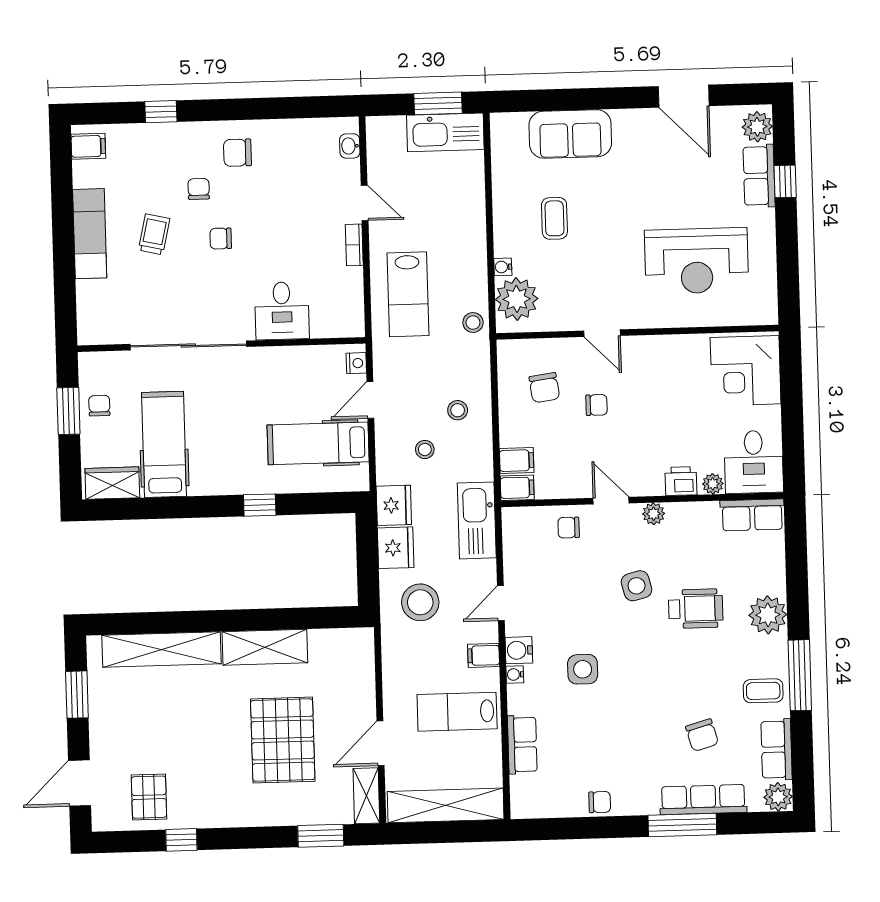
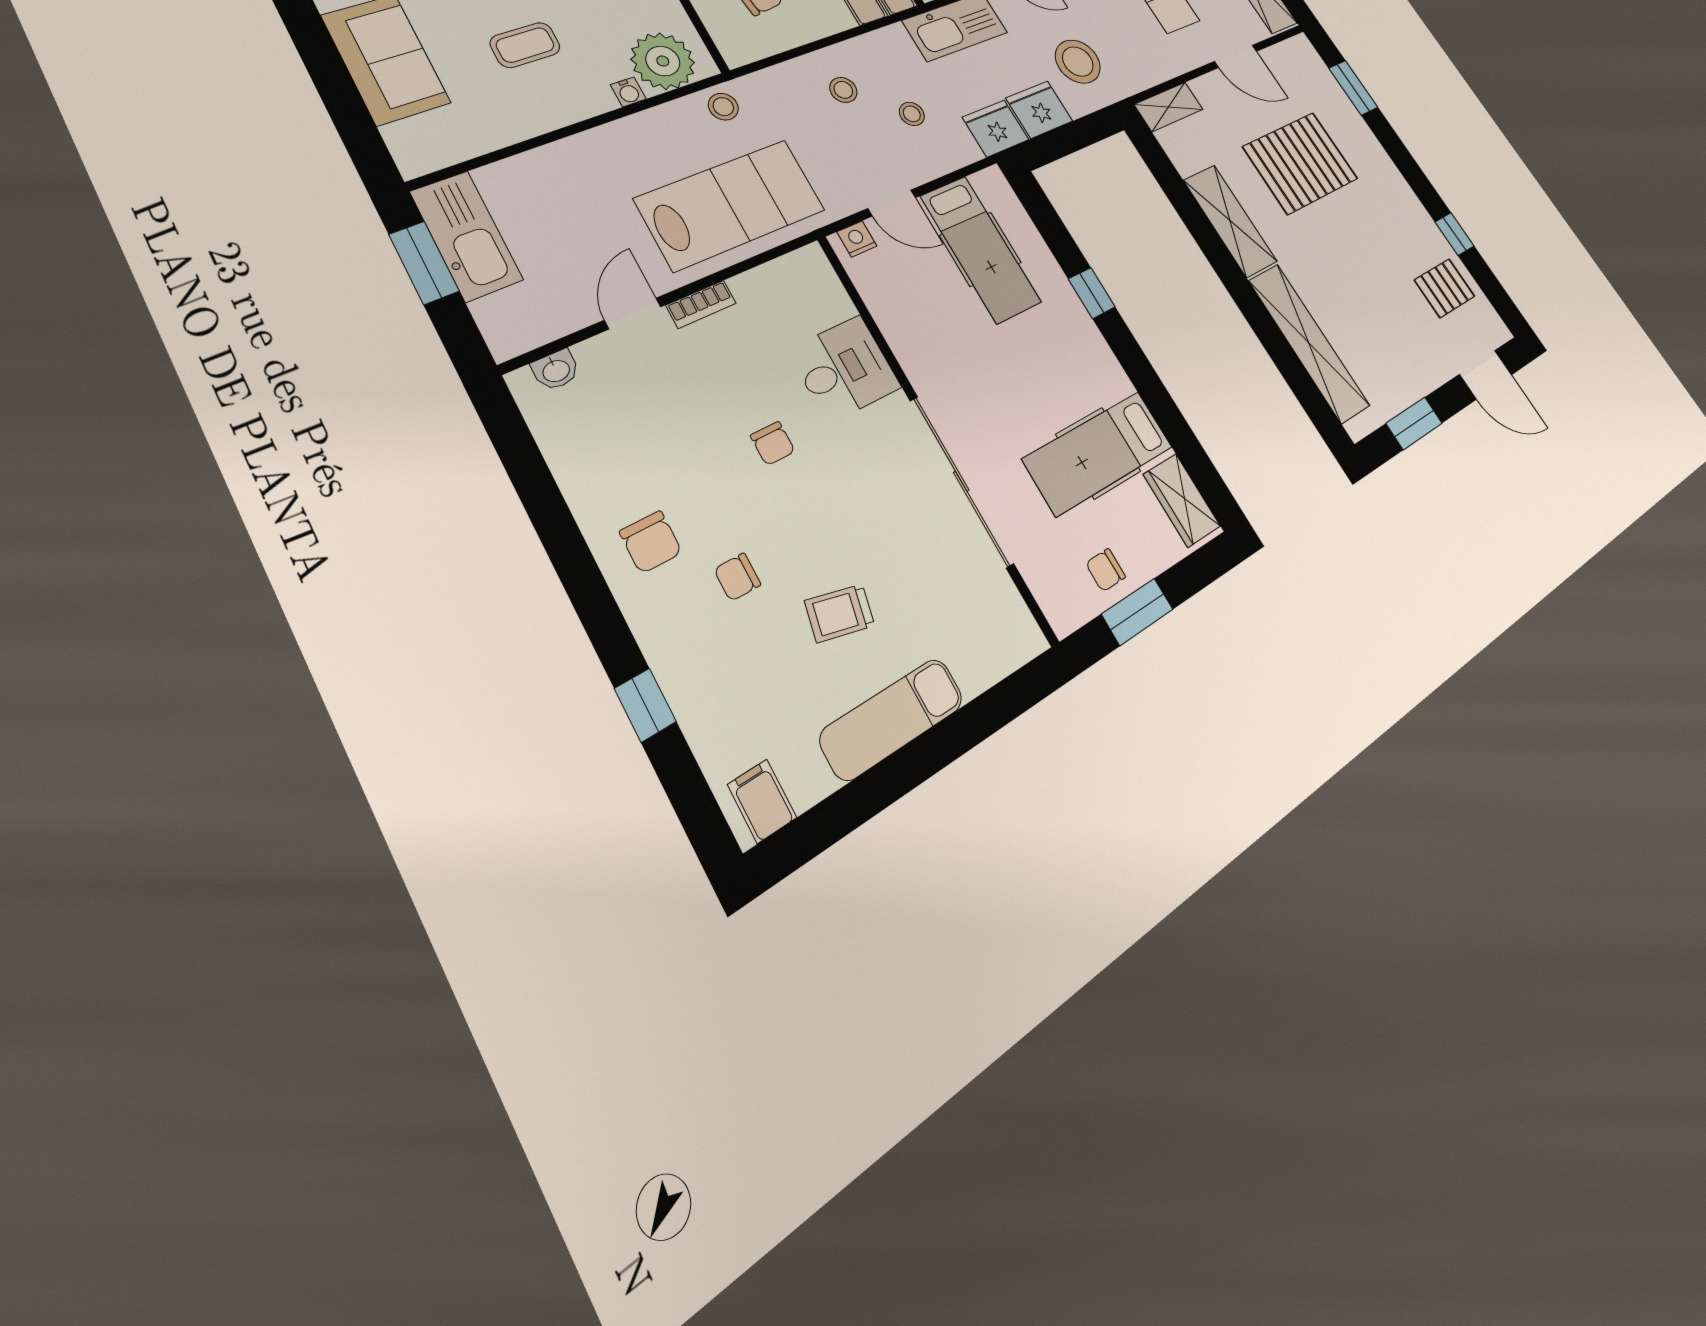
chair: (221, 239) -> (773, 443), moved
lab bench: (408, 294) -> (731, 204), width x1.36, depth x1.39
shelving: (366, 796) -> (1169, 107), moved

